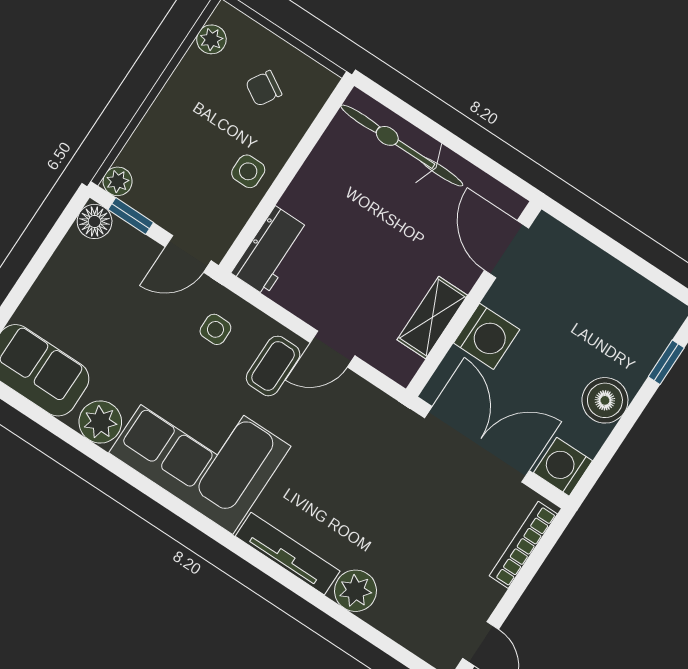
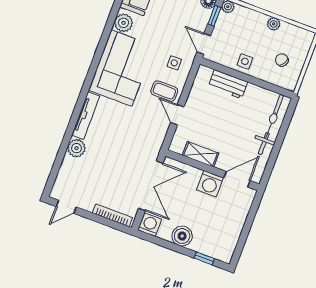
plant: (211, 39) -> (274, 24), moved
workbench: (270, 251) -> (228, 84), moved
washing machine: (487, 336) -> (210, 184), moved

